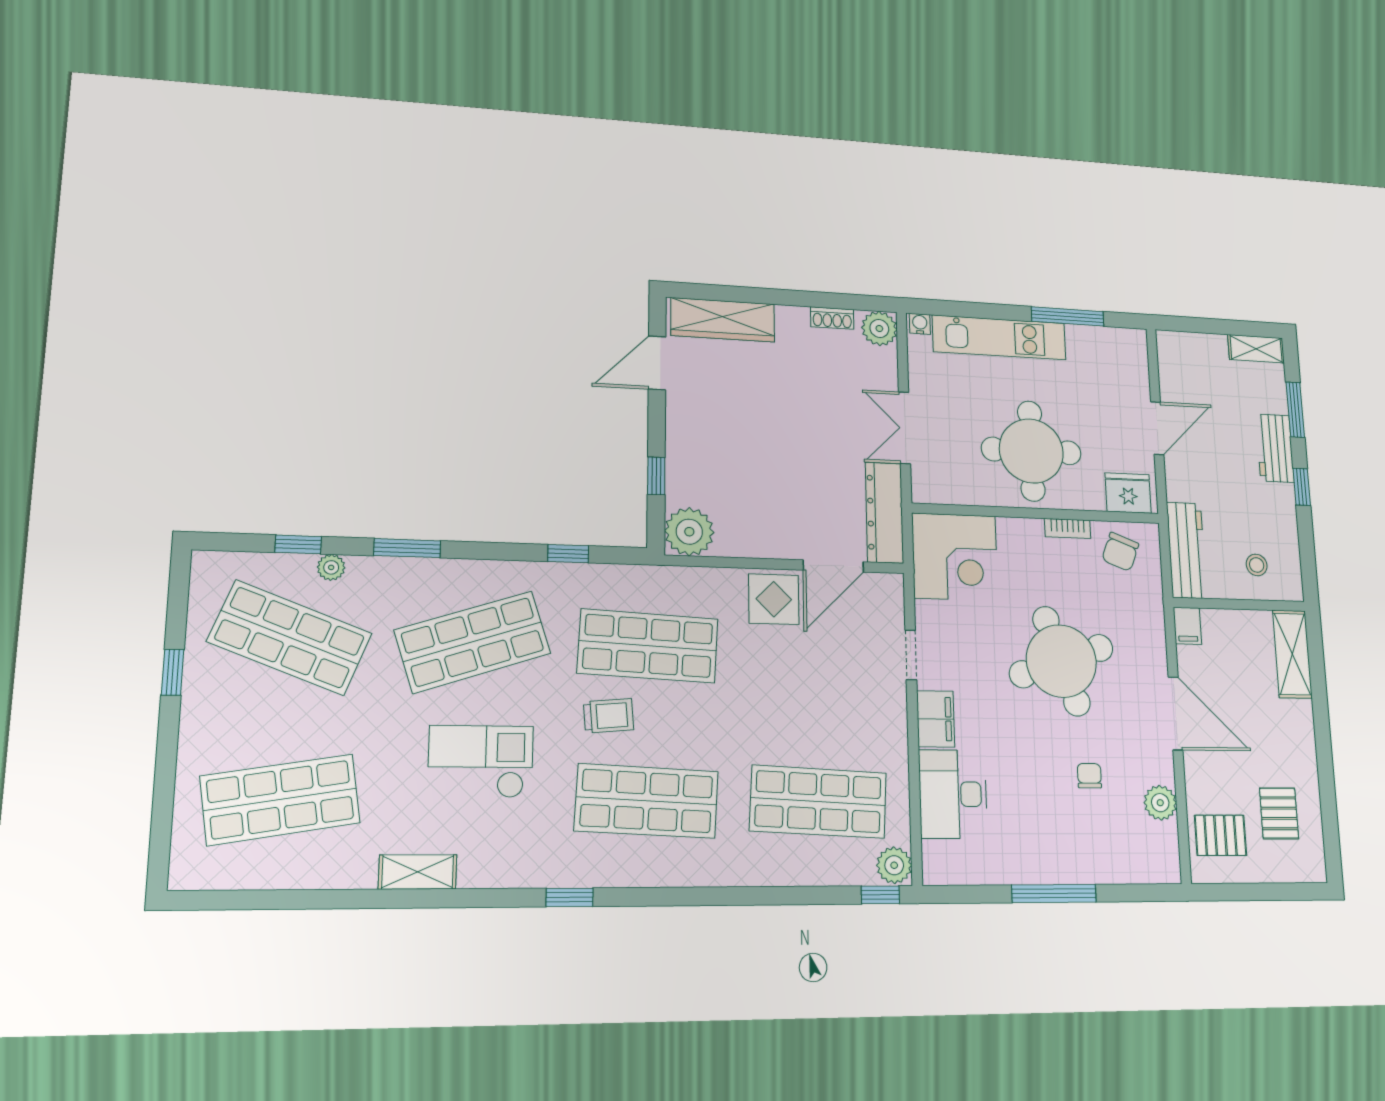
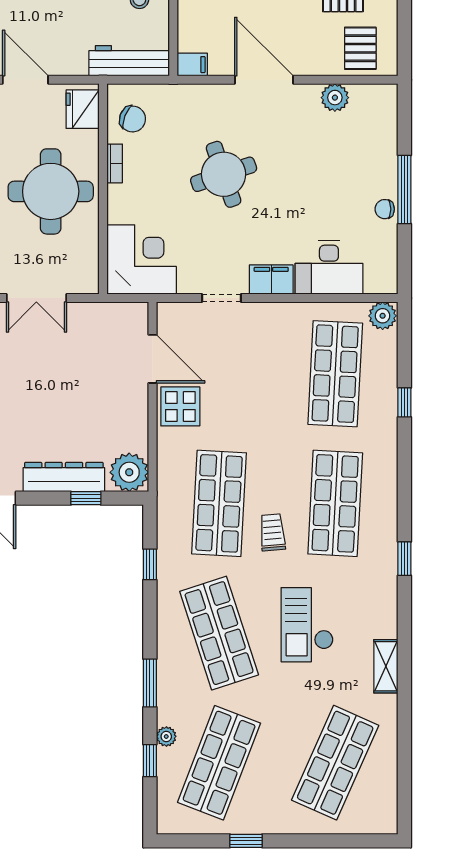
dresser: (884, 513) -> (64, 477), moved, turned 180
round table: (1061, 661) -> (224, 174), width x0.73, depth x0.73
door: (1175, 713) -> (264, 80), hinge flipped
chair: (1089, 776) -> (385, 209), moved
shop shelf: (280, 800) -> (335, 763), turned 33
window: (880, 895) -> (404, 402), moved

